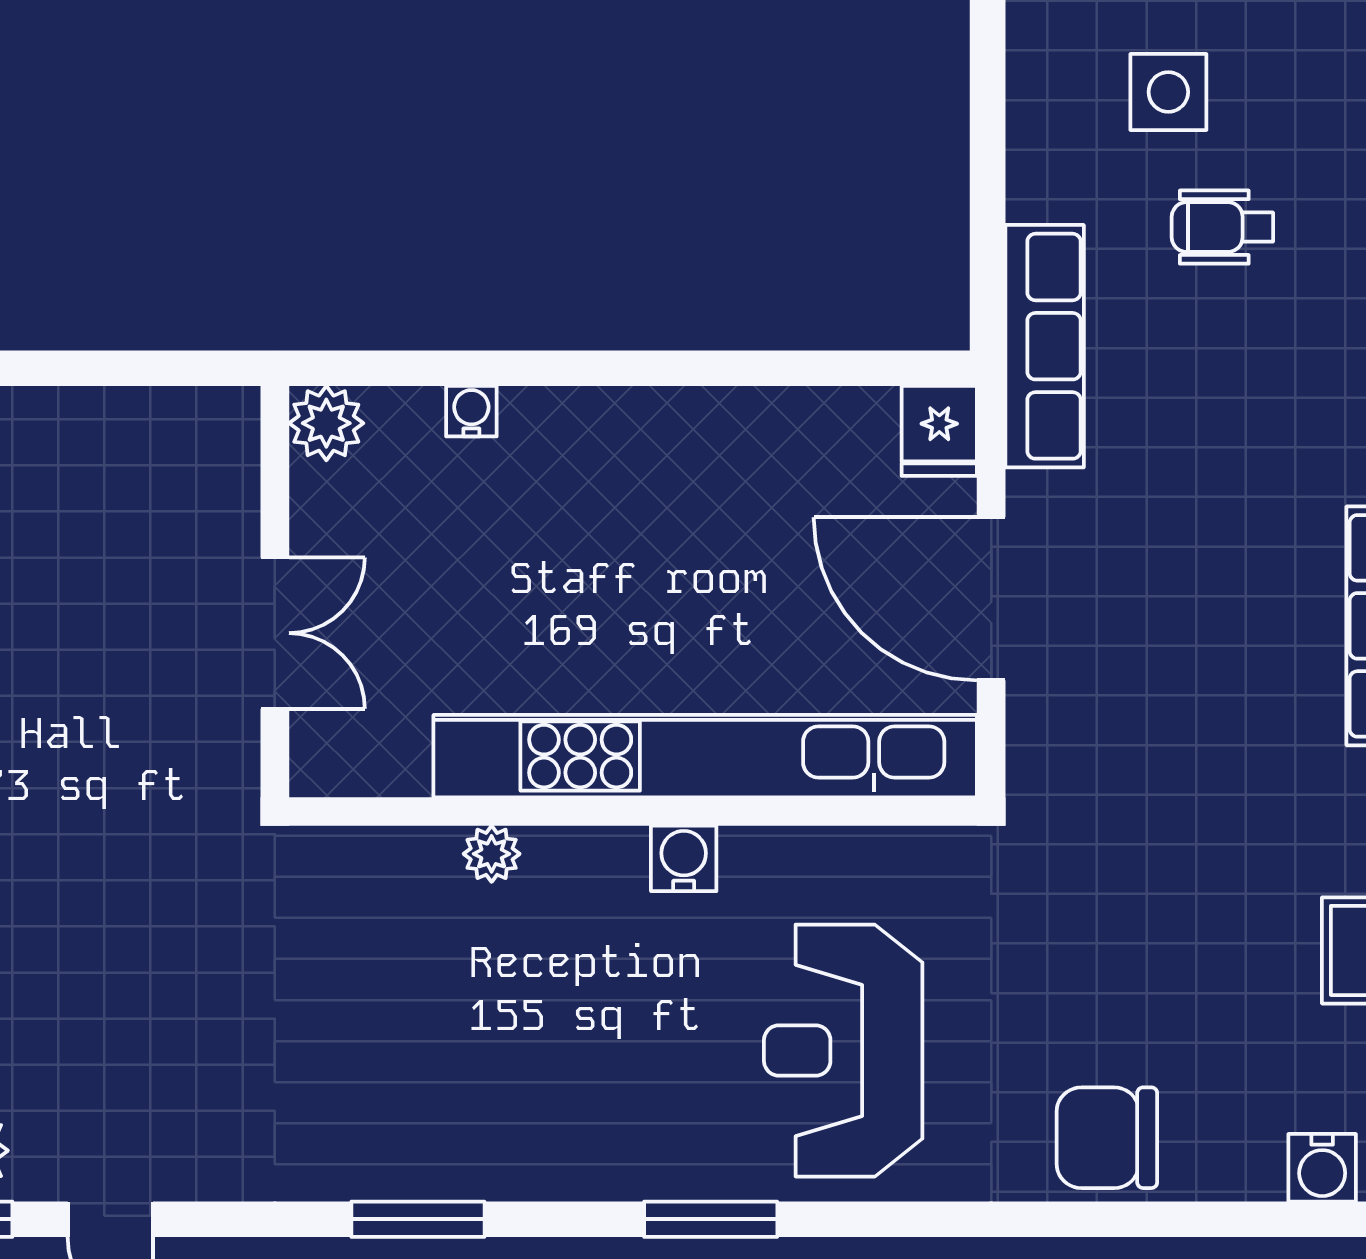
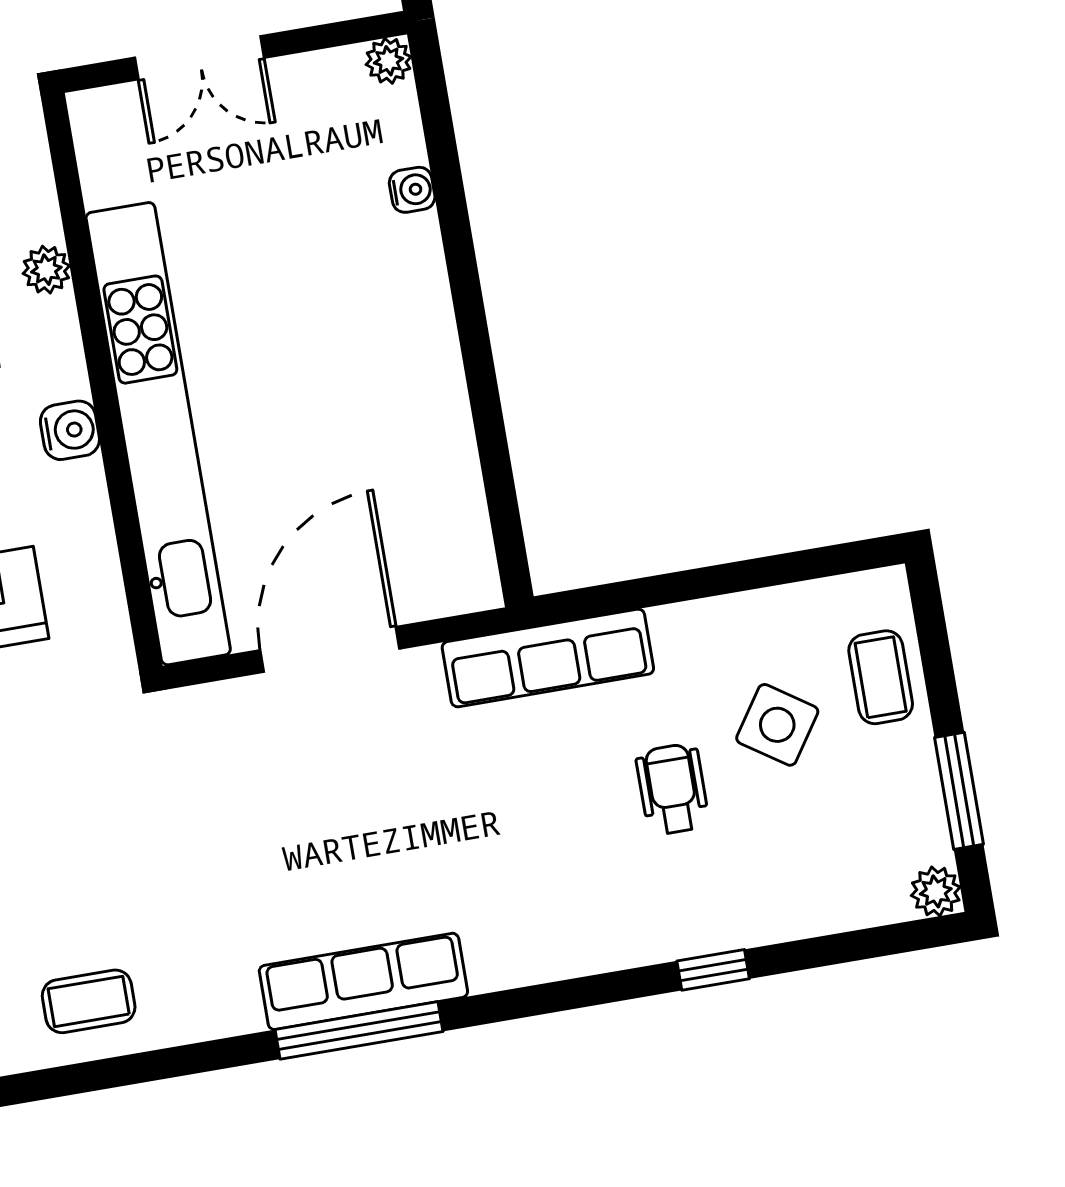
side table: (1168, 92) -> (777, 725), turned 34
plant: (326, 423) -> (389, 61), width x0.73, depth x0.73
fridge: (939, 431) -> (462, 582), removed

